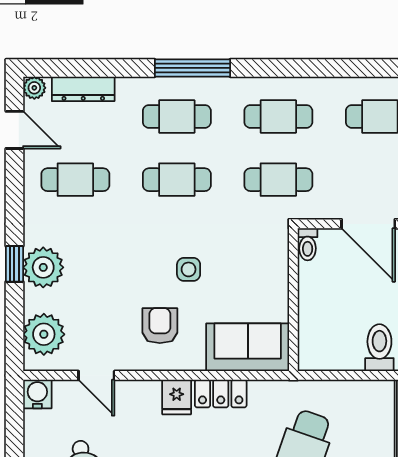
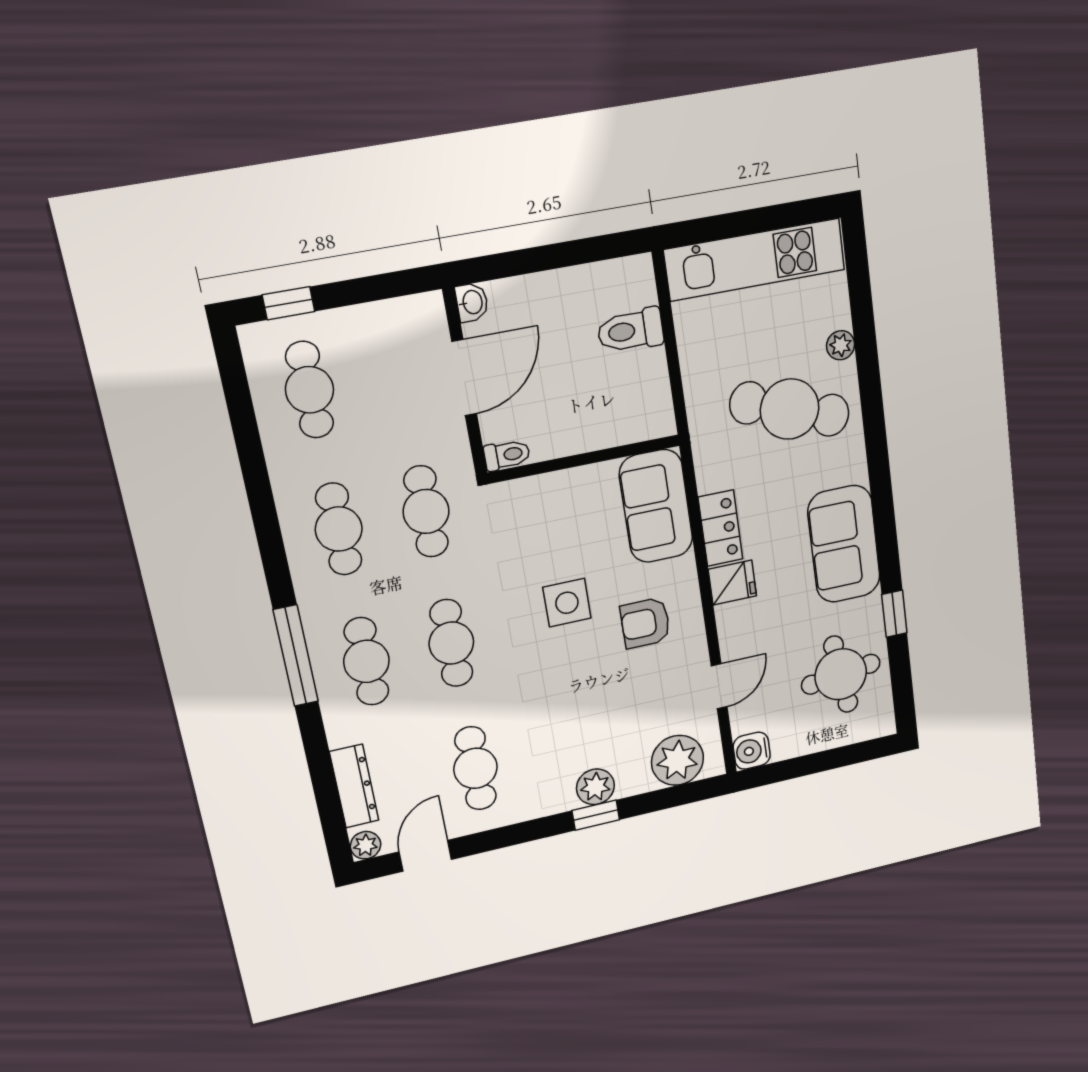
plant: (43, 267) -> (595, 787), width x0.73, depth x0.73
side table: (189, 269) -> (567, 603), width x1.37, depth x1.37

